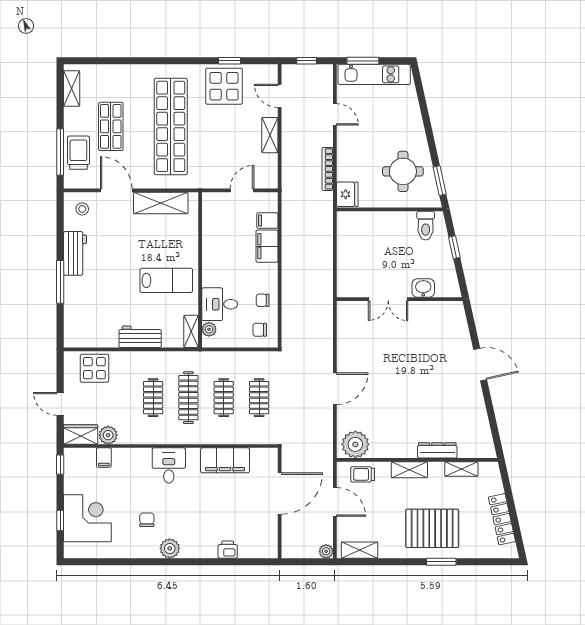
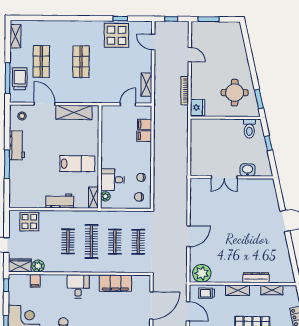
kitchen unit: (374, 74) -> (216, 28), removed
shop shelf: (171, 126) -> (81, 62), width x0.50, depth x0.74
shelving: (270, 135) -> (146, 85), moved
filing cabinet: (267, 246) -> (144, 136), width x0.50

